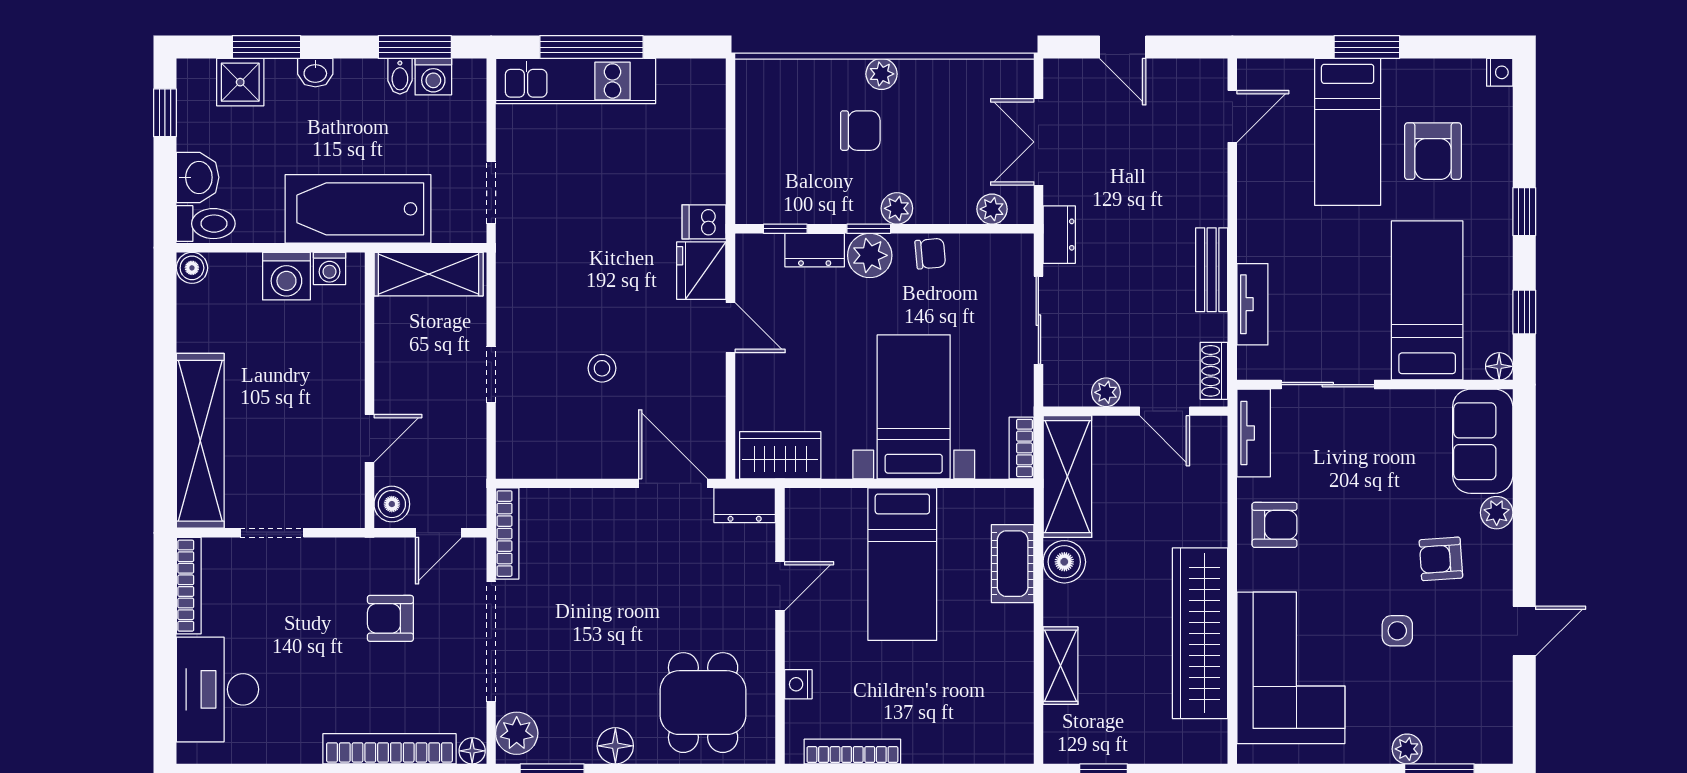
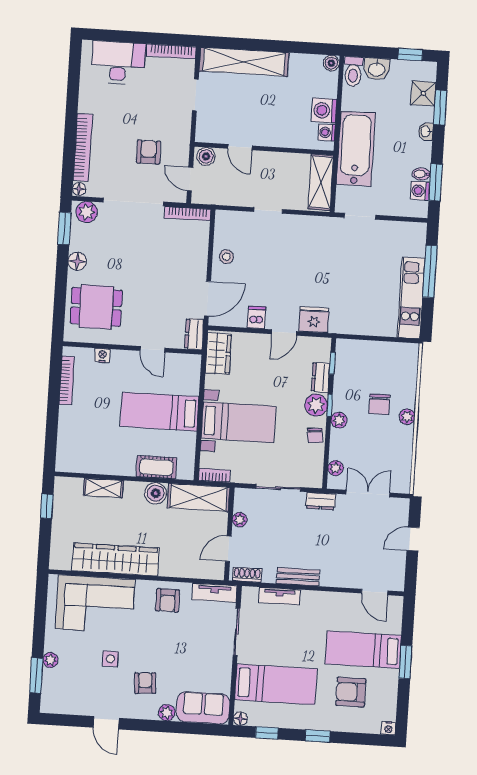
kitchen unit: (576, 81) -> (411, 298), moved
dishwasher: (704, 222) -> (257, 317), moved
stool: (602, 368) -> (226, 257), moved

